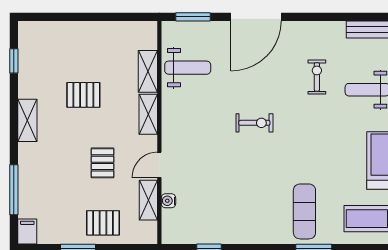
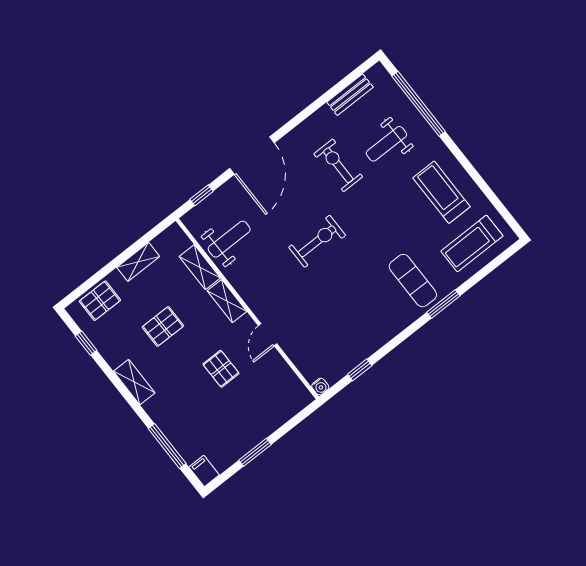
window: (193, 17) -> (201, 195), width x0.67
exercise bike: (317, 77) -> (338, 165), width x1.38, depth x1.39
exercise bike: (254, 123) -> (317, 241), width x1.38, depth x1.39
shelving: (148, 200) -> (138, 262), moved, turned 90
water cooler: (168, 201) -> (320, 387), moved, turned -90
pallet: (103, 223) -> (100, 301), moved

